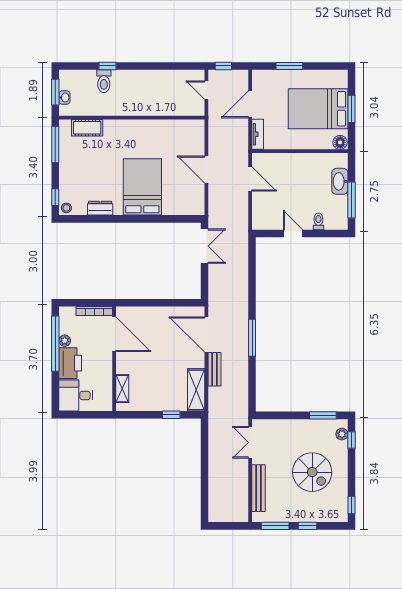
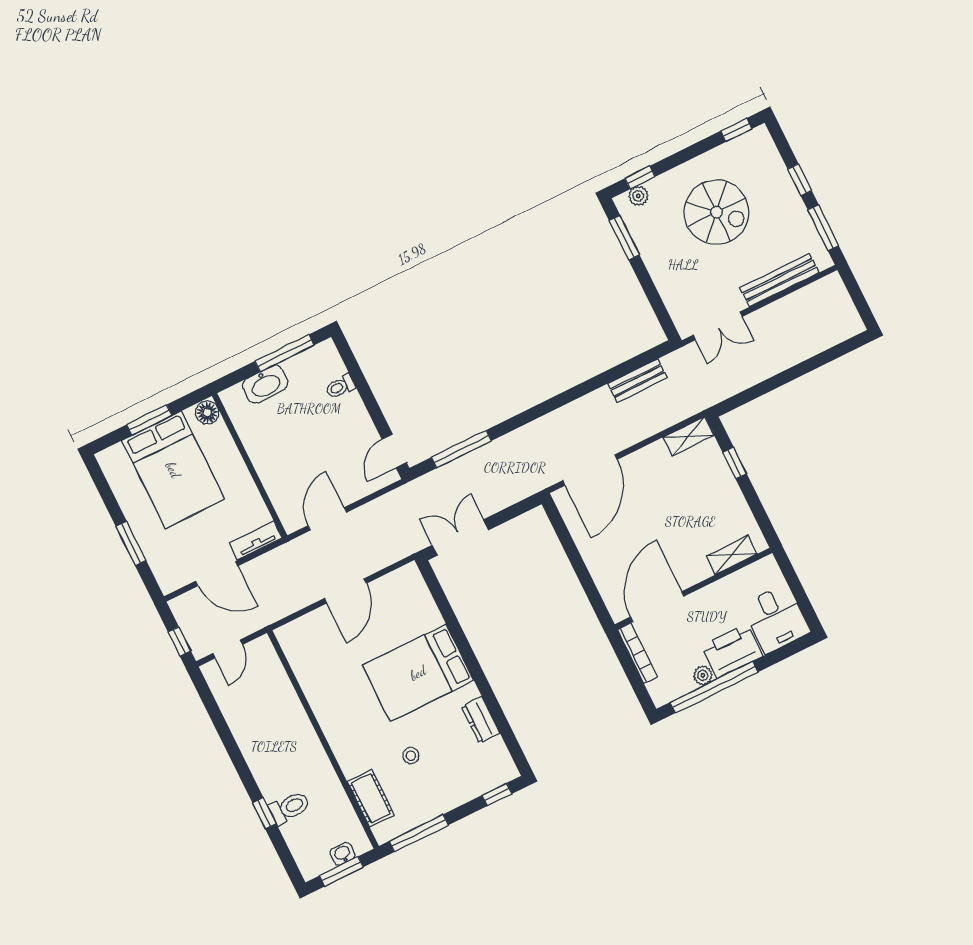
stool: (66, 208) -> (411, 756), moved
door: (293, 233) -> (394, 451), moved
window: (252, 338) -> (461, 449), moved
bench: (215, 369) -> (637, 381), moved
shelving: (196, 390) -> (689, 436), width x0.67, depth x0.75
spiral stairs: (312, 472) -> (716, 212), turned 90

